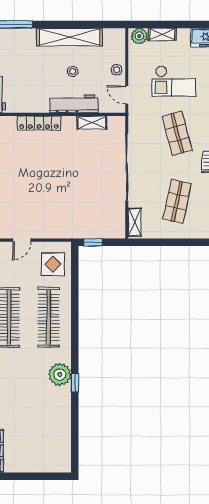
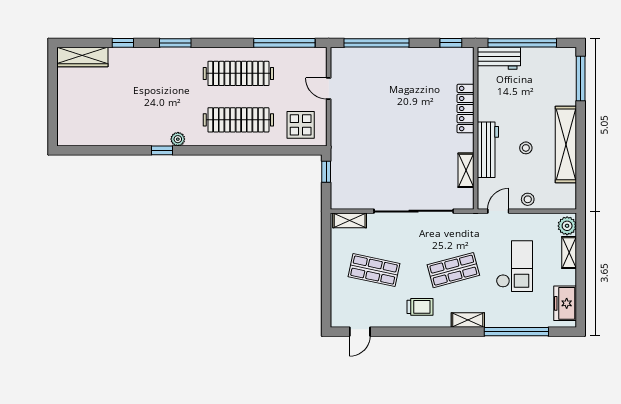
checkout: (174, 81) -> (514, 266), turned 180
plant: (60, 375) -> (178, 139), width x0.53, depth x0.53

